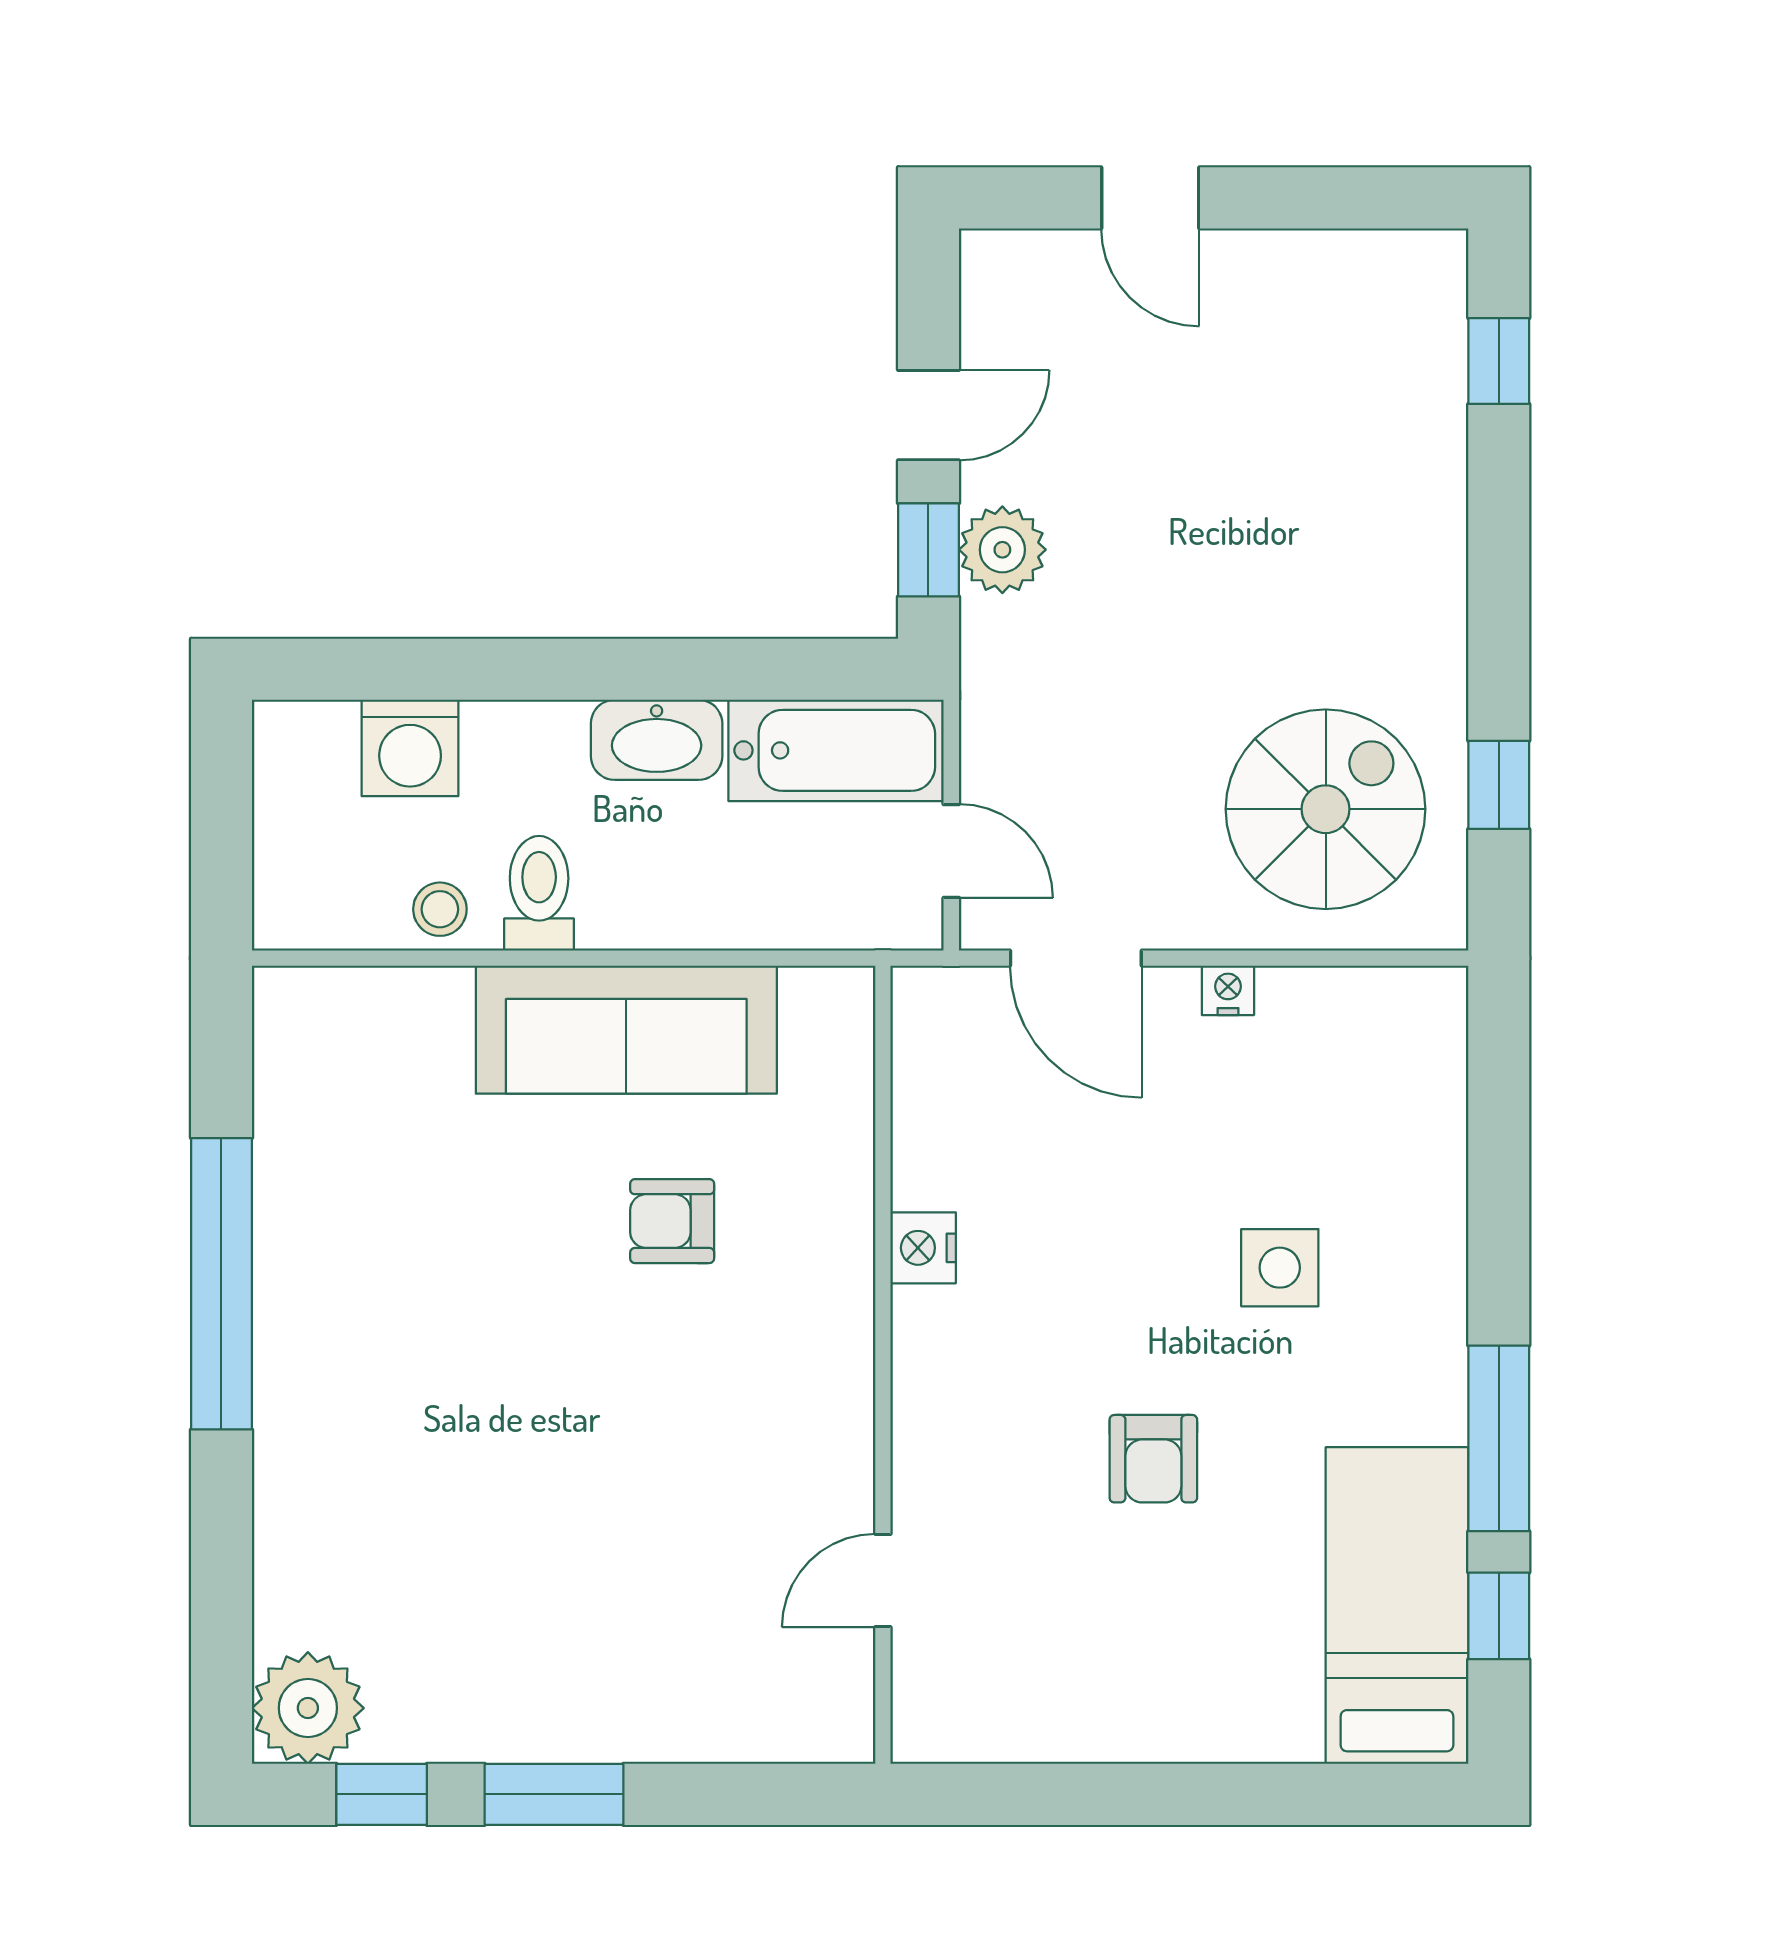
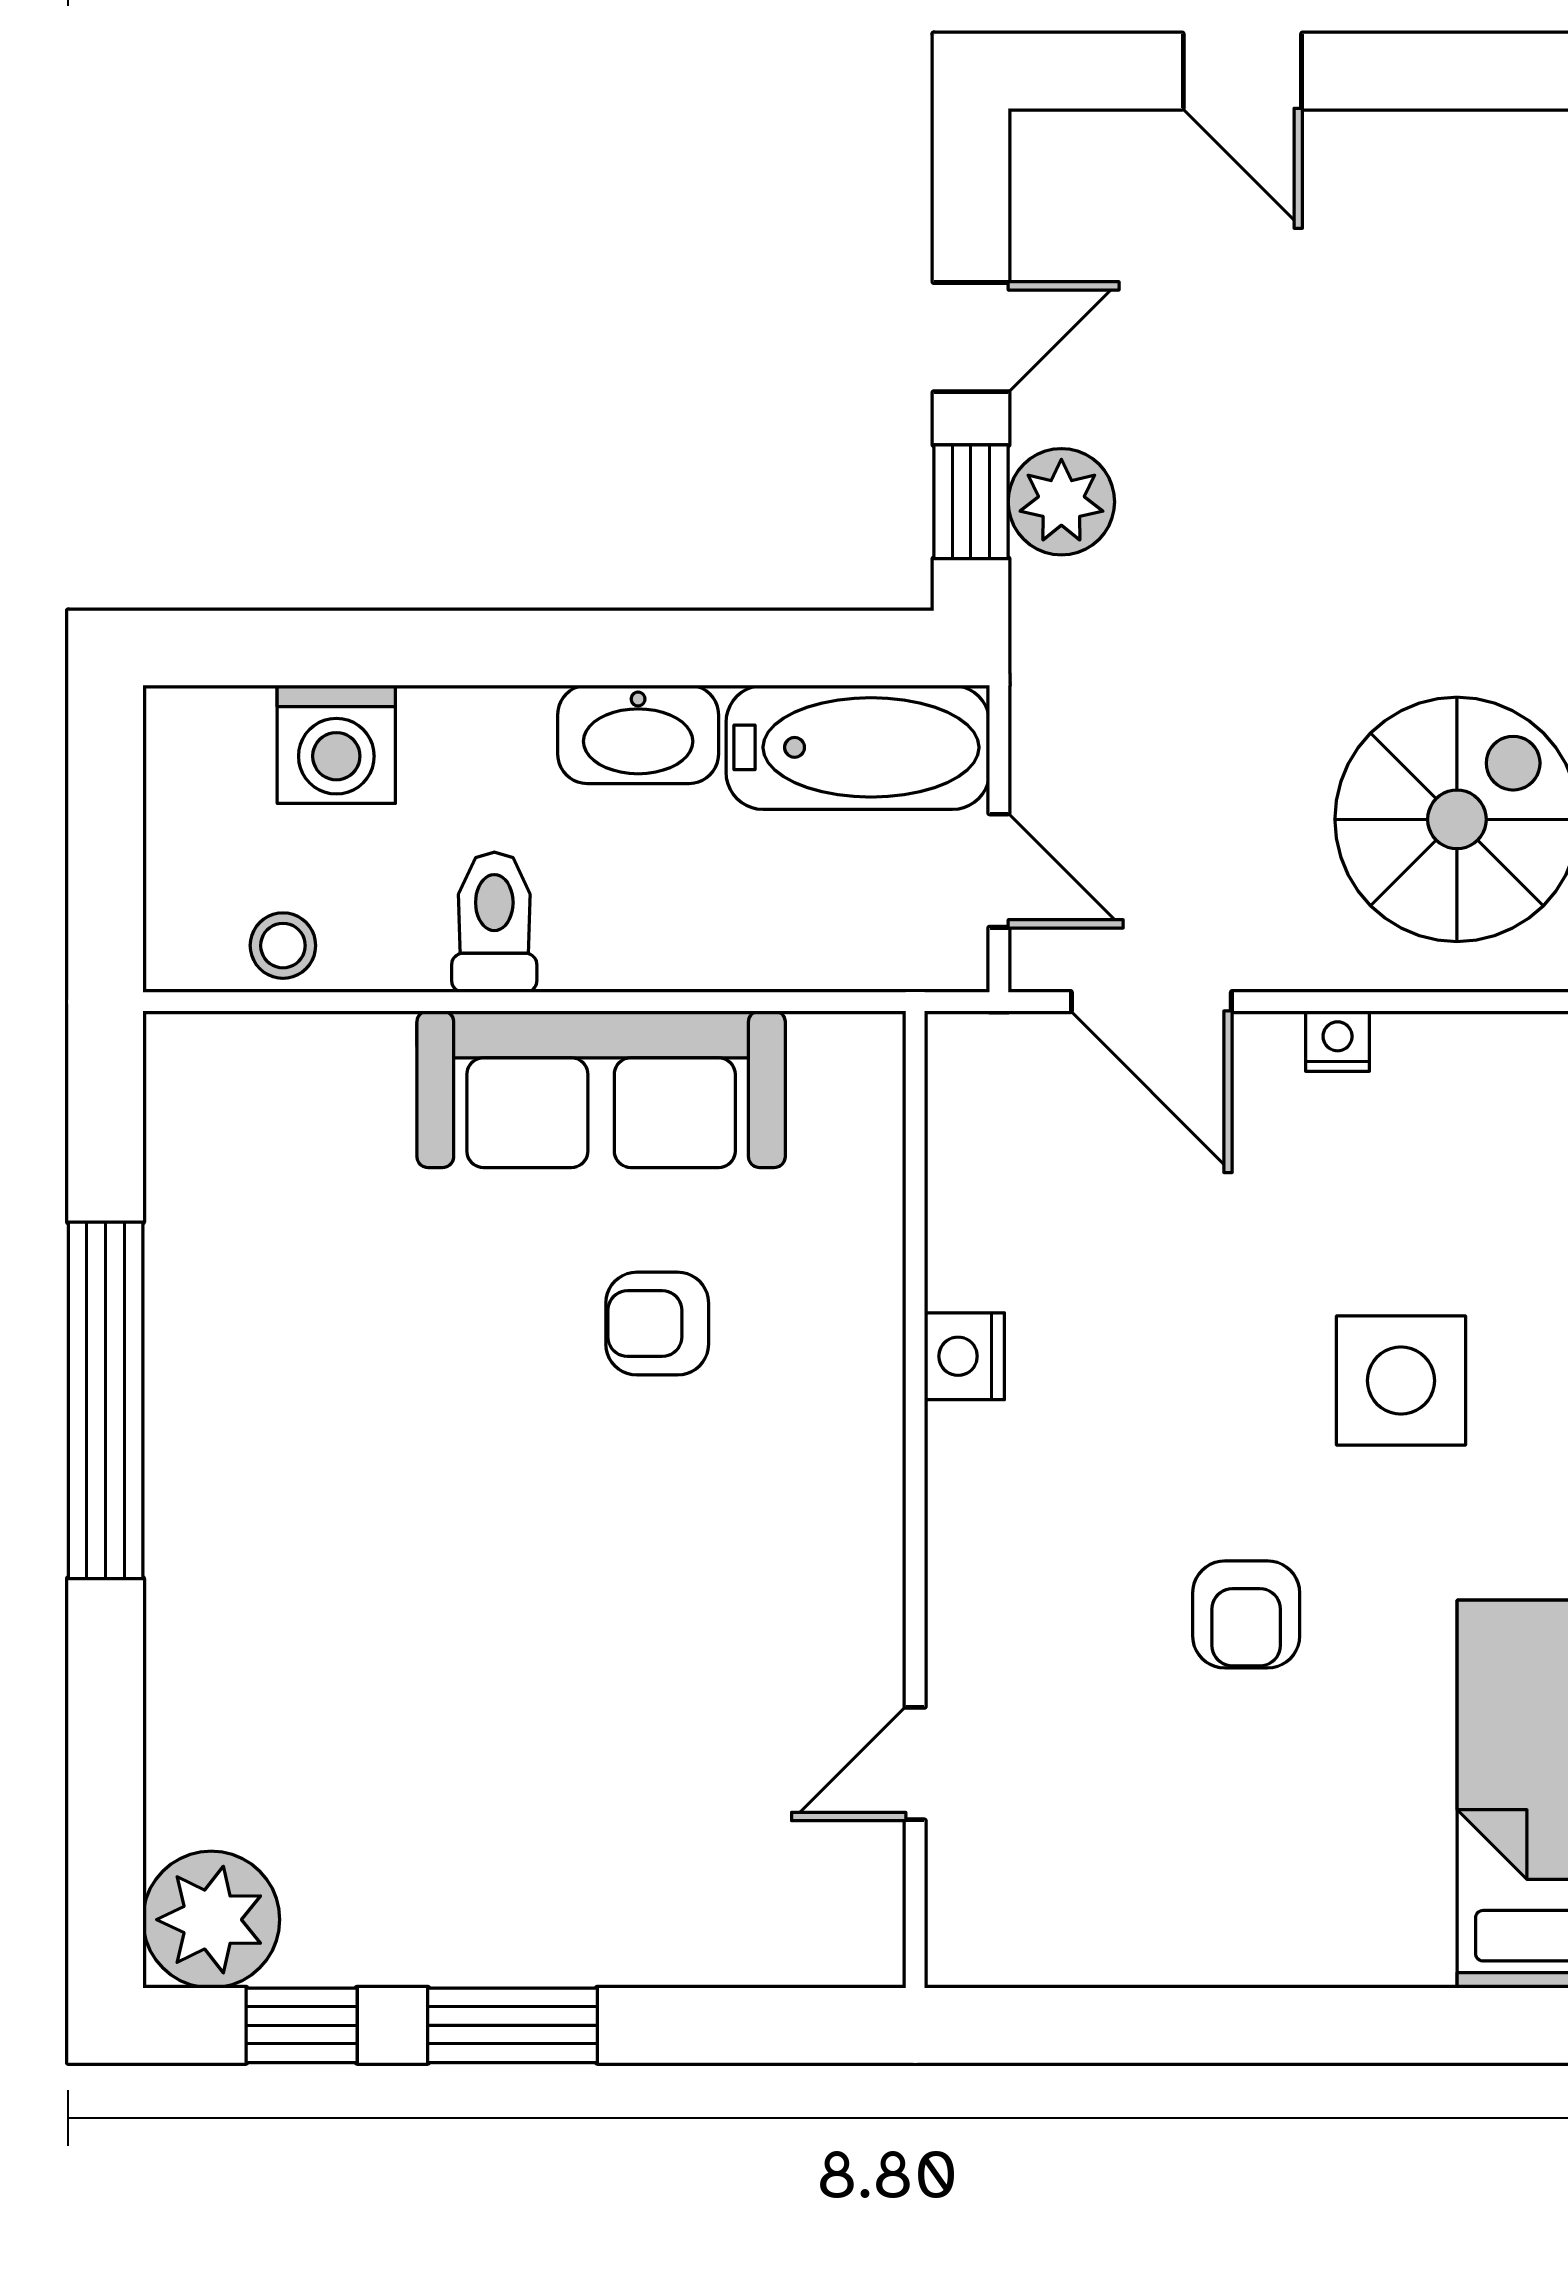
stool: (440, 909) -> (283, 946), moved
side table: (1280, 1268) -> (1401, 1381), width x1.37, depth x1.37

